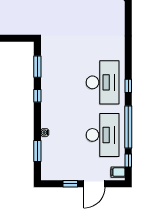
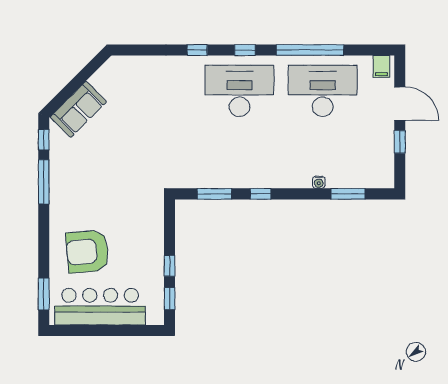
window: (128, 160) -> (197, 50), moved

